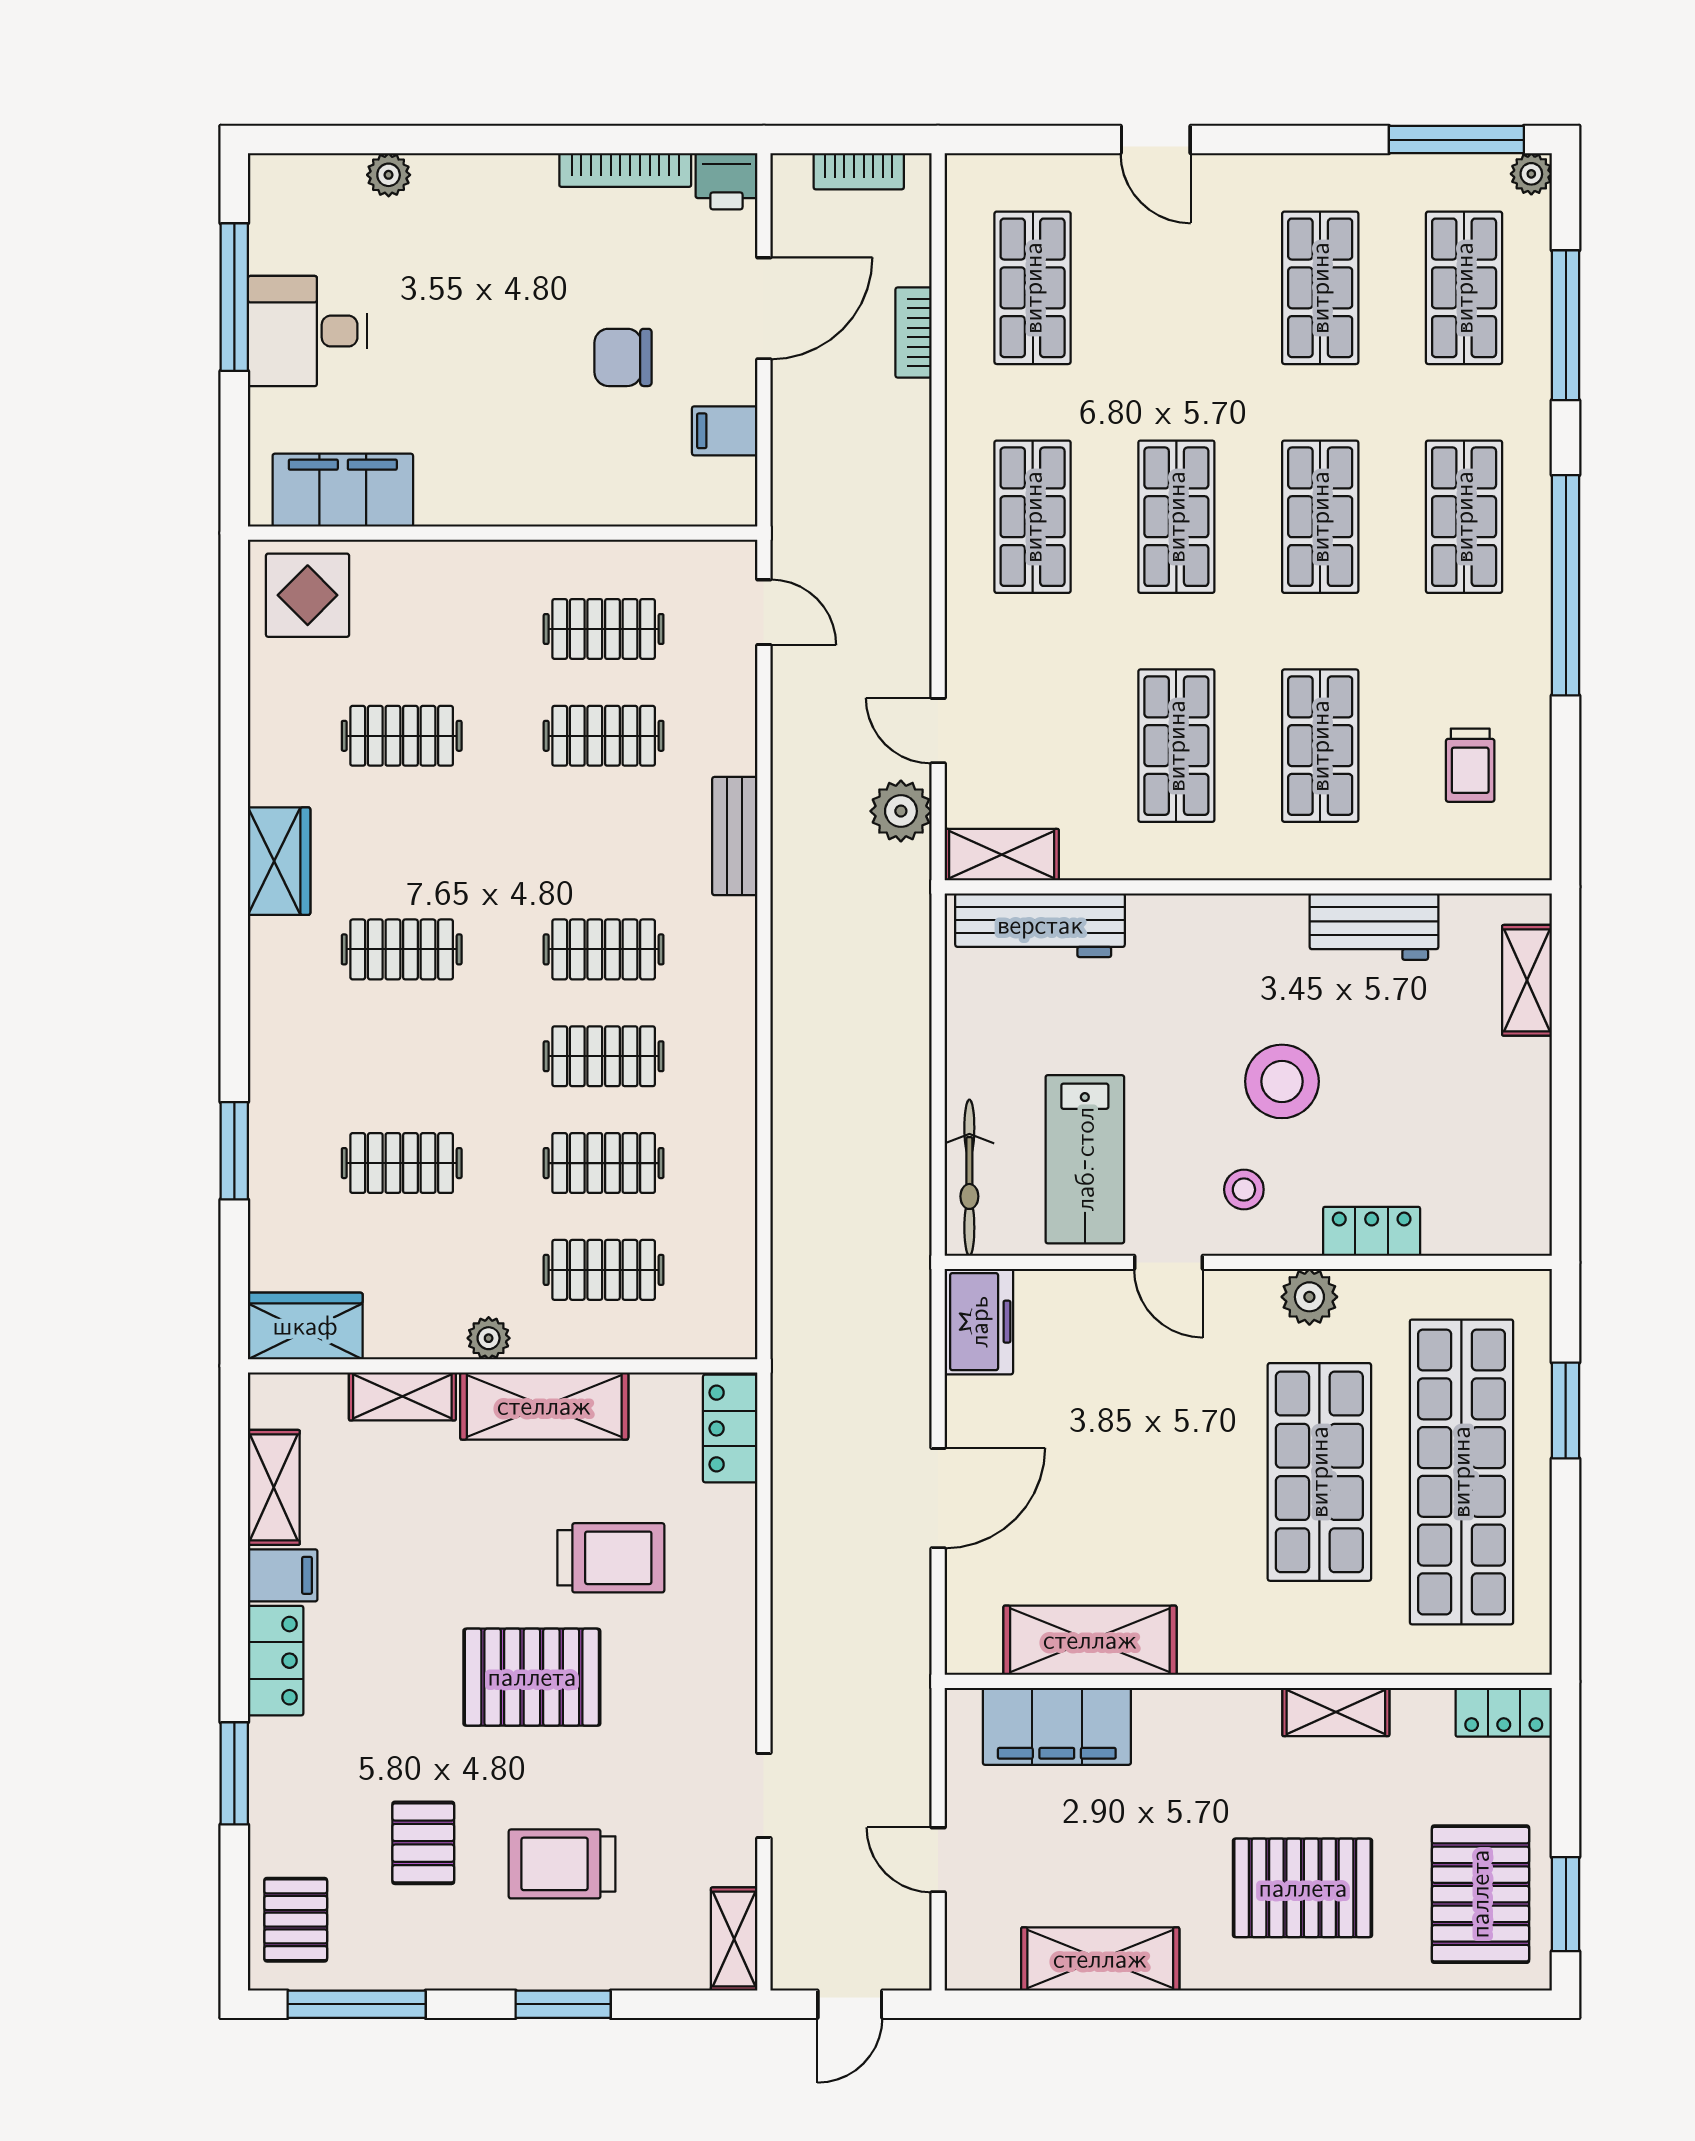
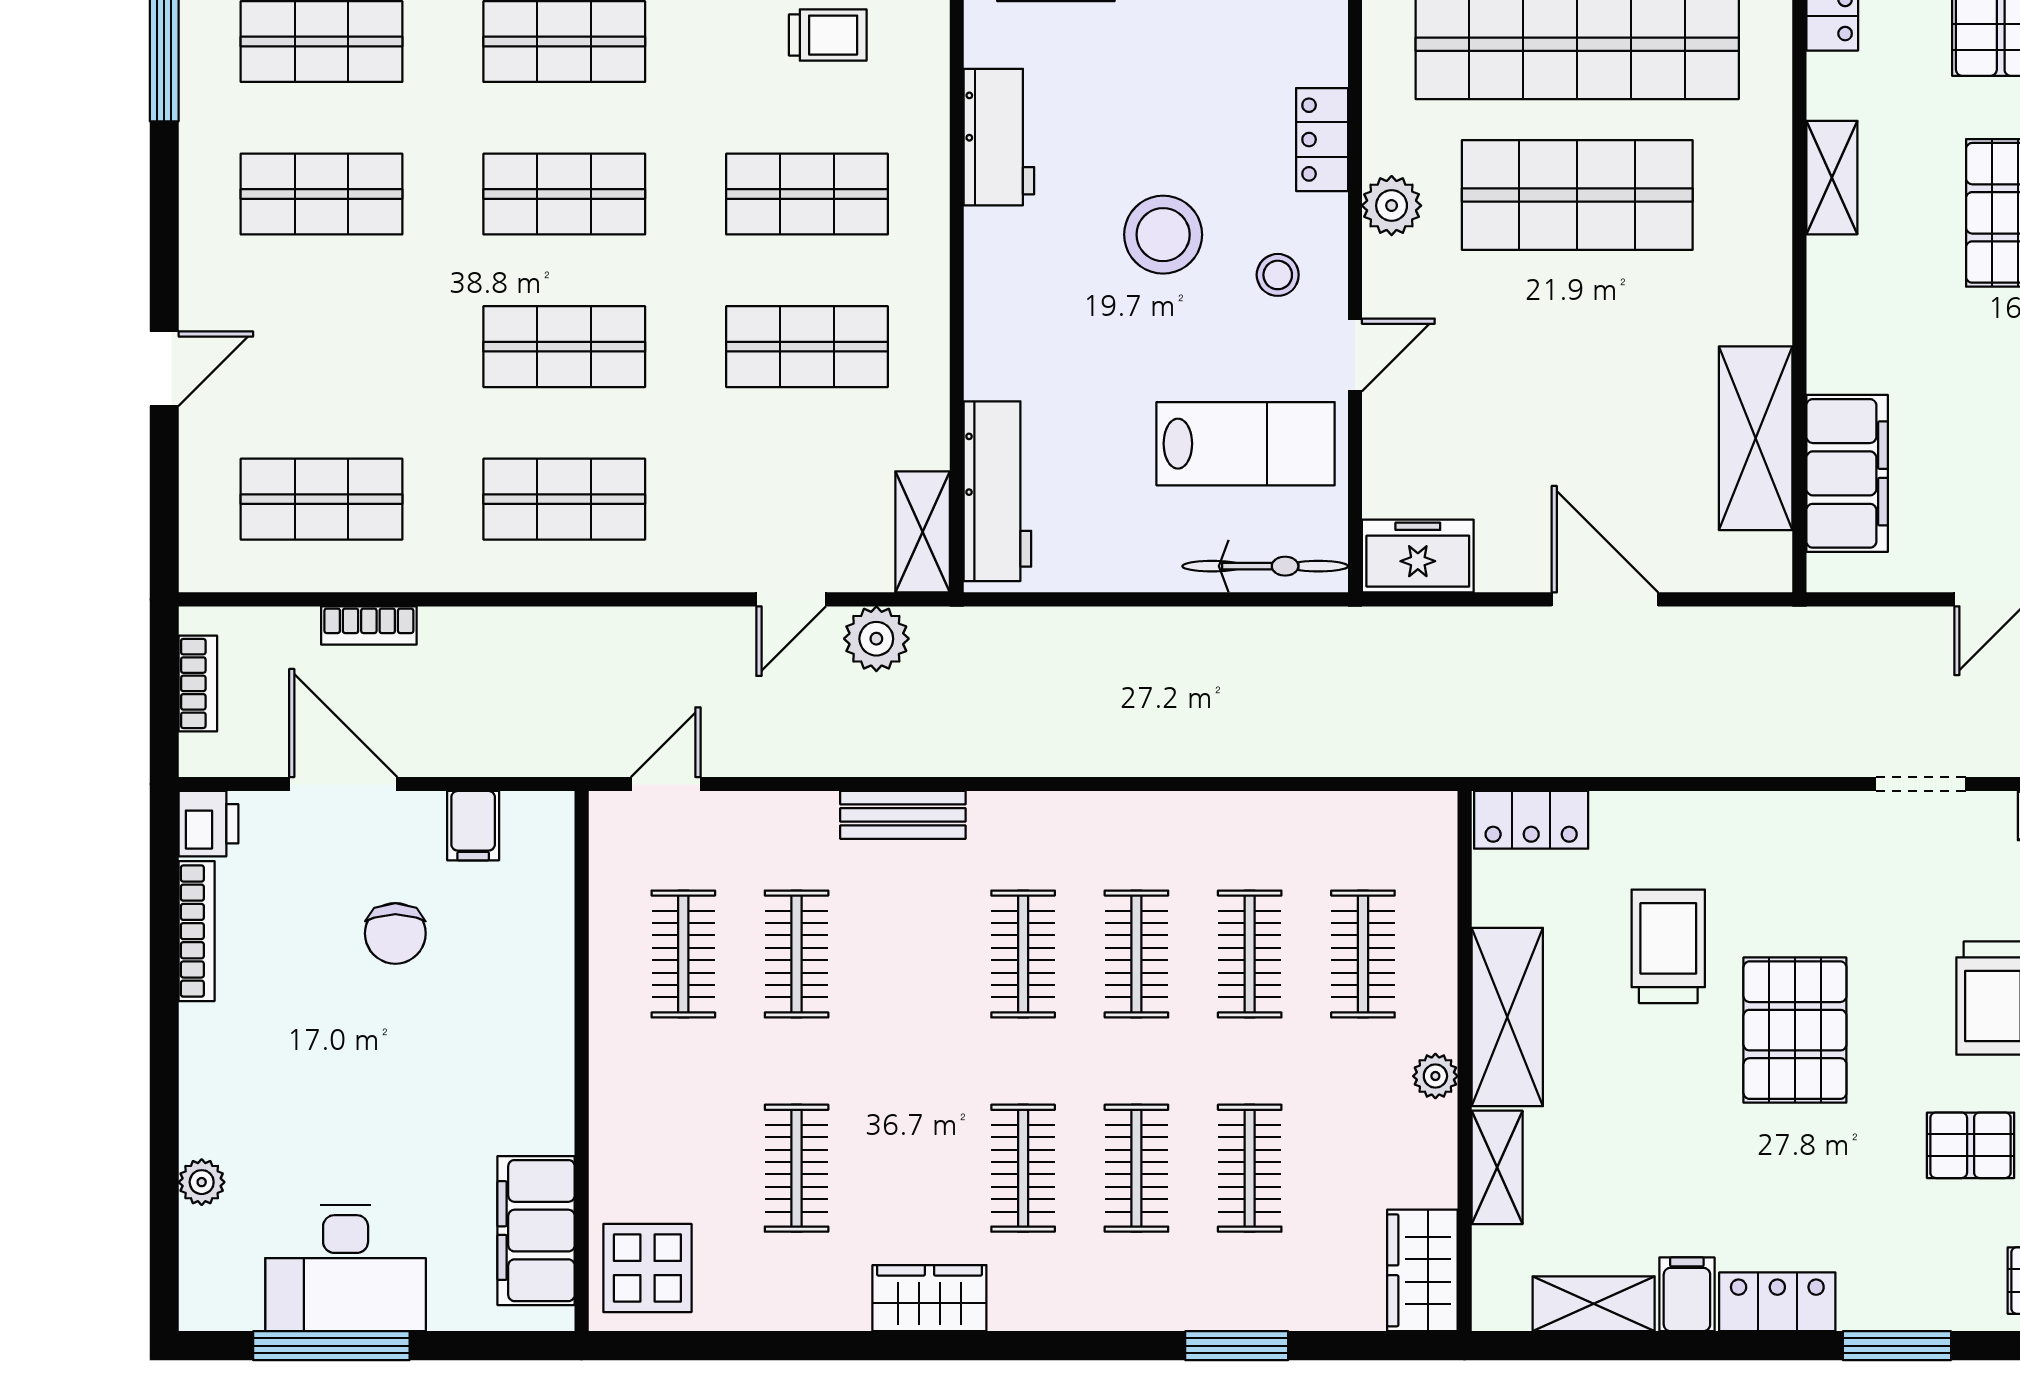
desk: (307, 331) -> (346, 1268), width x1.37
clothes rail: (402, 1056) -> (1136, 1168), added

